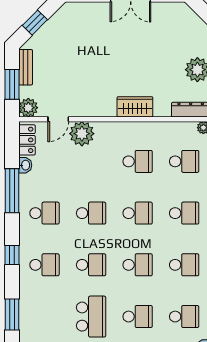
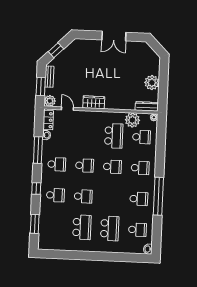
wardrobe: (135, 107) -> (94, 102), moved
door: (58, 119) -> (67, 109), swing flipped
plant: (82, 134) -> (132, 120), moved
school desk: (138, 161) -> (114, 136), width x1.85
school desk: (138, 265) -> (111, 198), removed
school desk: (138, 317) -> (110, 228), width x1.85

